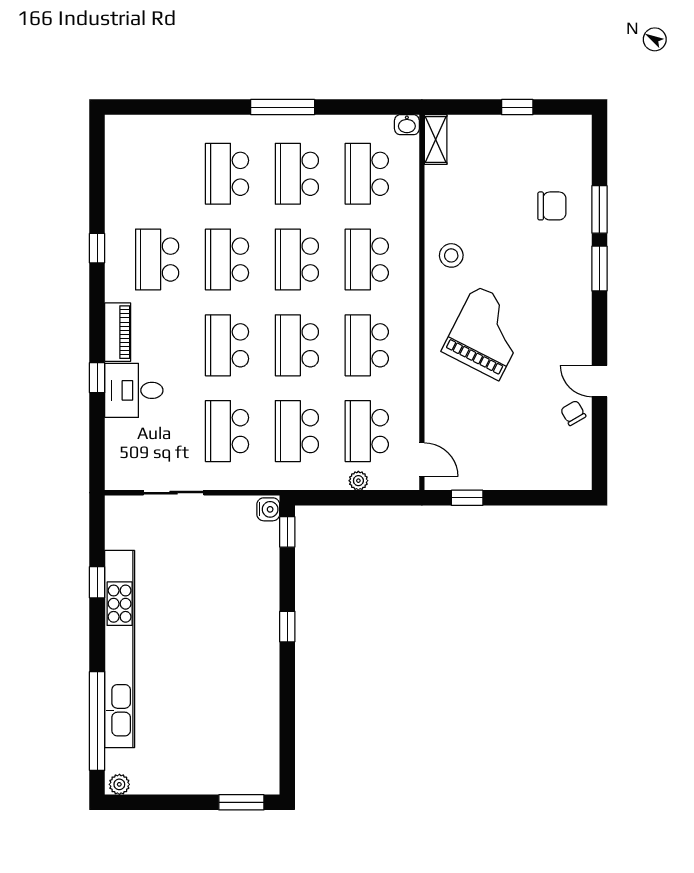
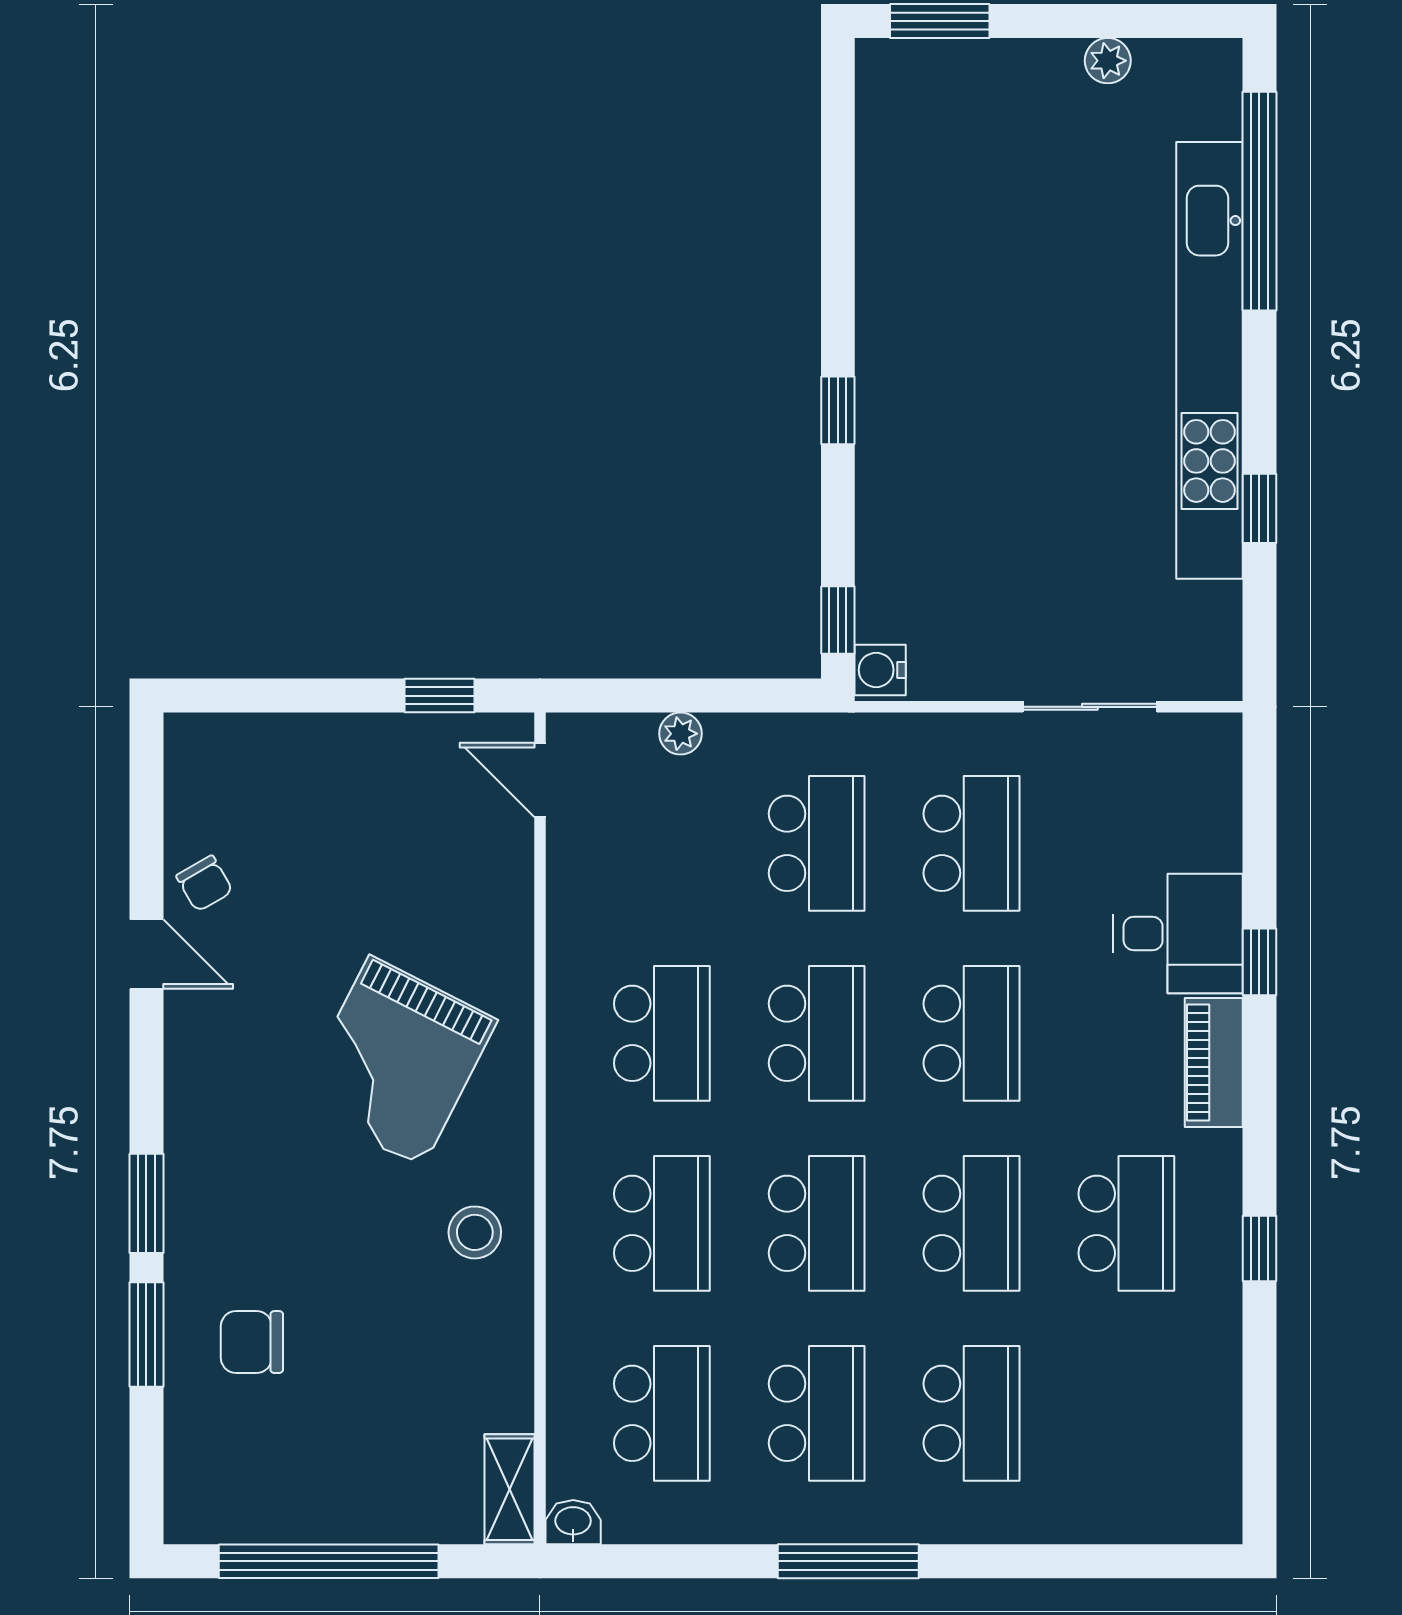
window: (517, 107) -> (329, 1561), width x3.17
school desk: (367, 431) -> (662, 843), removed
plant: (119, 784) -> (1108, 61), moved

